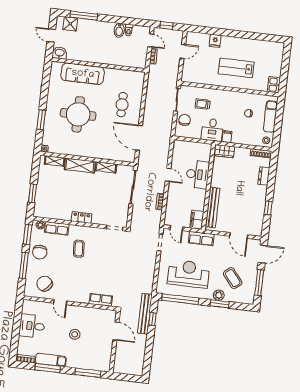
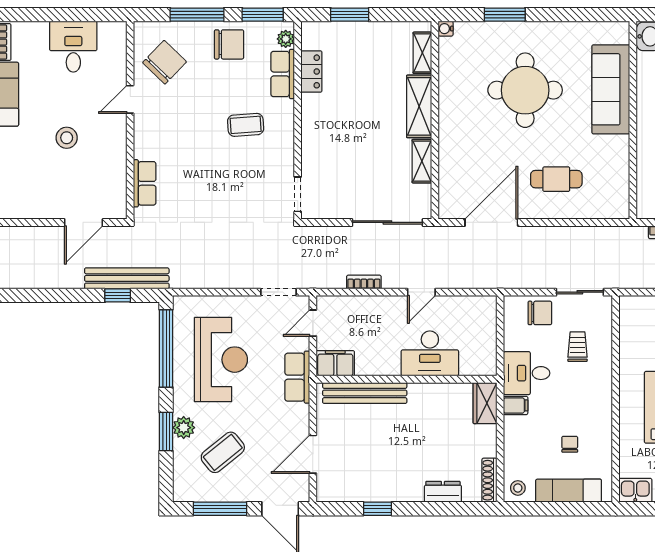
locker: (82, 217) -> (311, 71), moved
chair: (40, 252) -> (229, 44), turned 180

